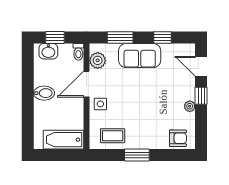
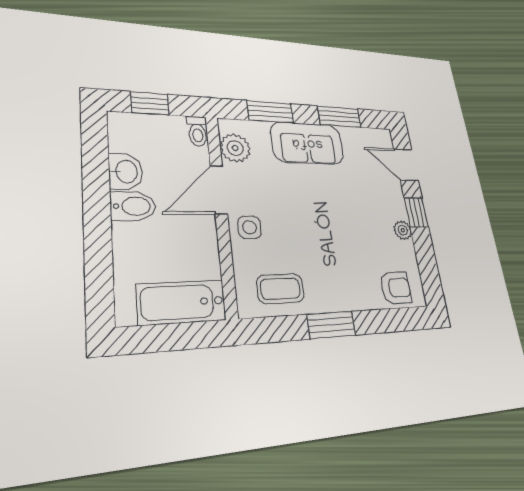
window: (163, 38) -> (339, 117), width x1.50
washbasin: (48, 51) -> (126, 172), moved, turned -90

